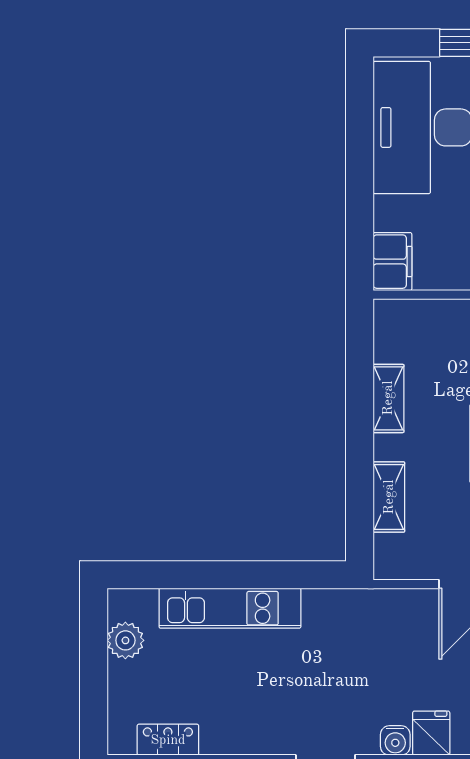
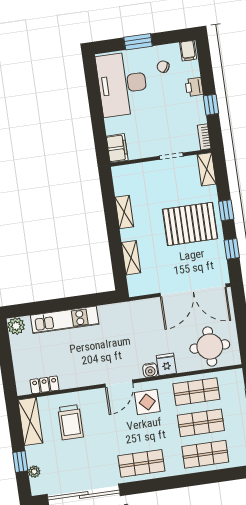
plant: (125, 640) -> (16, 326), moved

